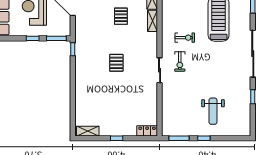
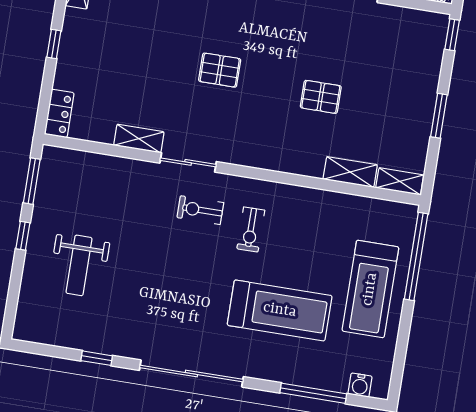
shelving: (153, 21) -> (139, 139), moved
weight bench: (213, 111) -> (79, 265), turned -90

